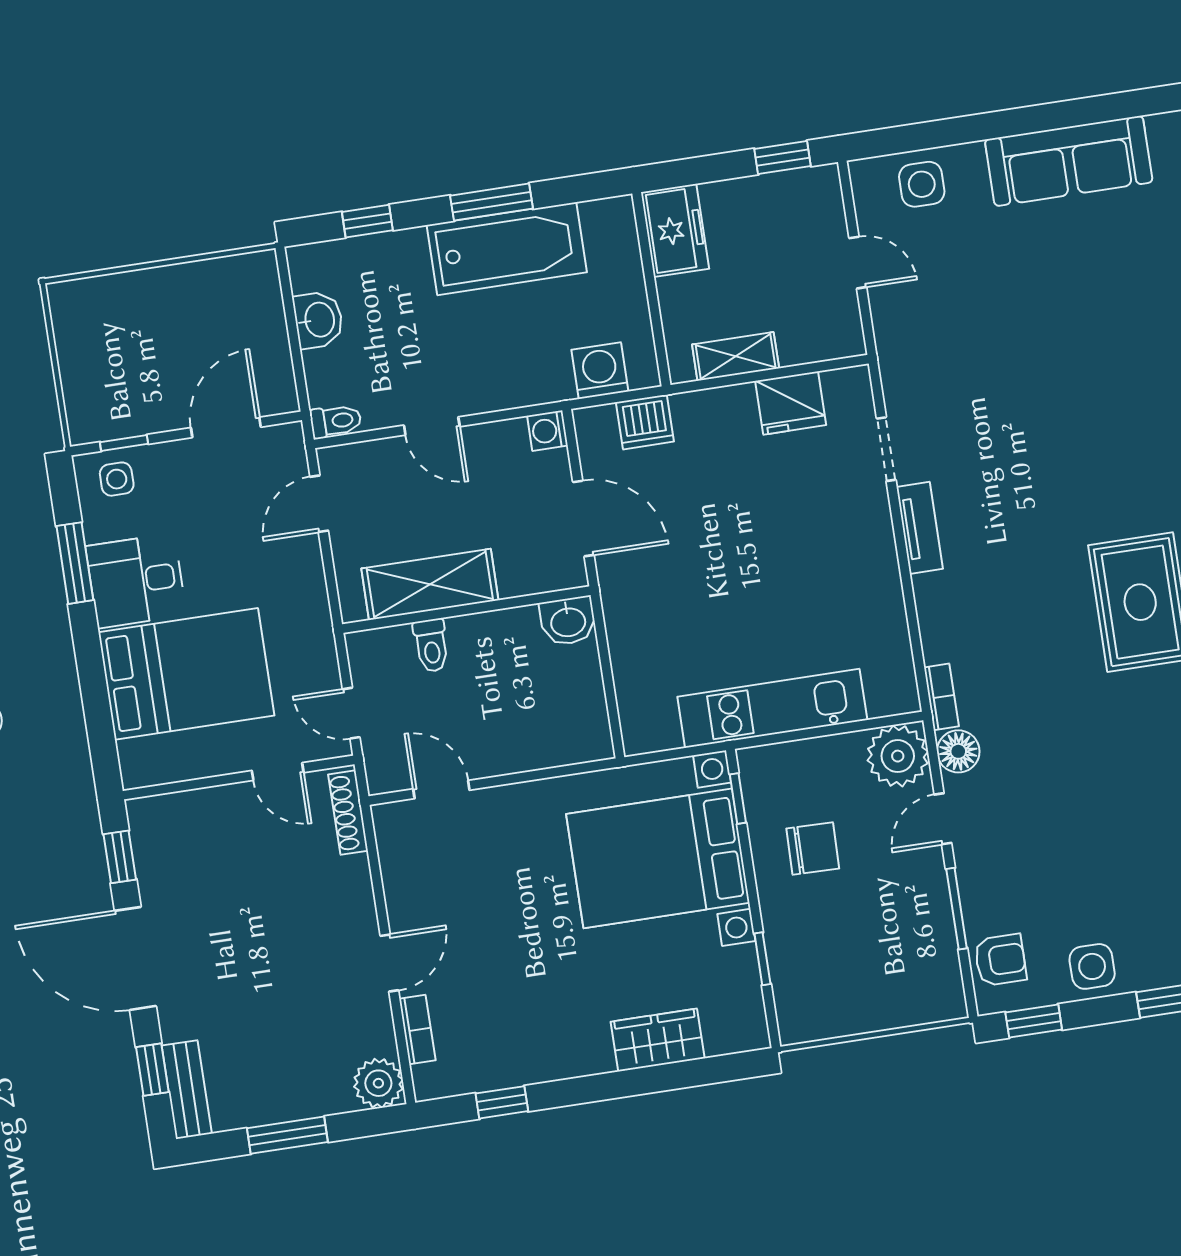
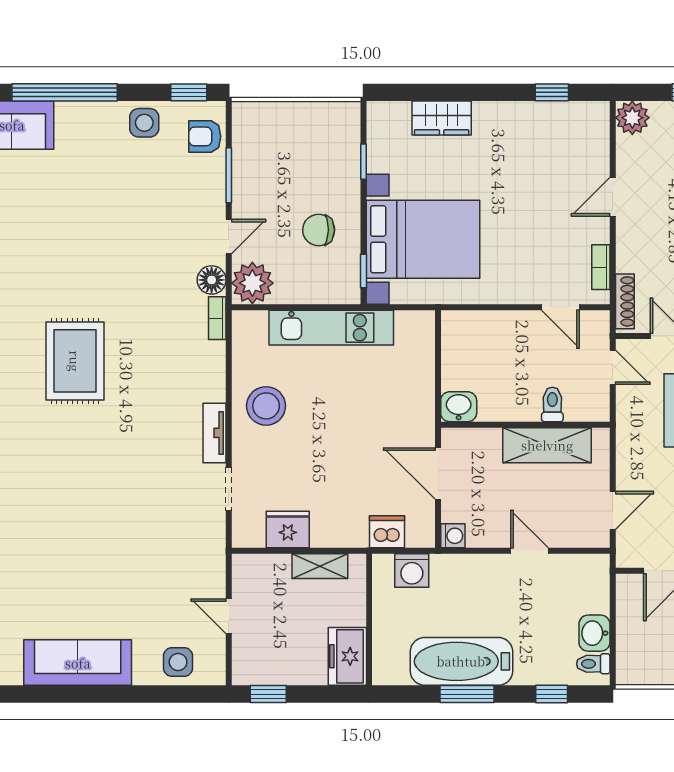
toilet: (336, 421) -> (593, 664), moved
stool: (850, 579) -> (266, 406), added
bookcase: (417, 1030) -> (601, 267), moved

